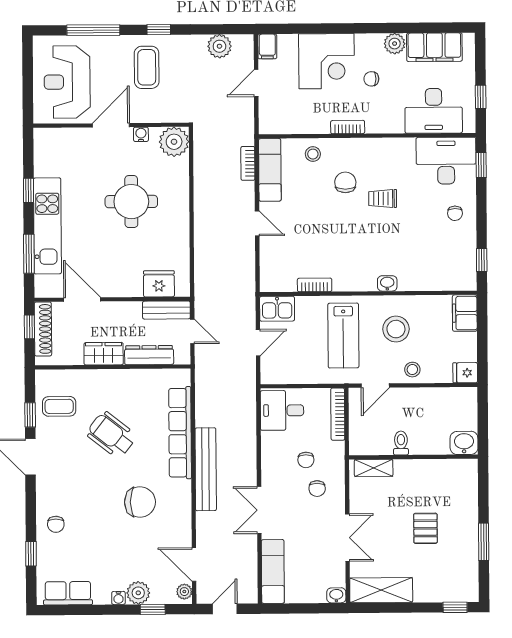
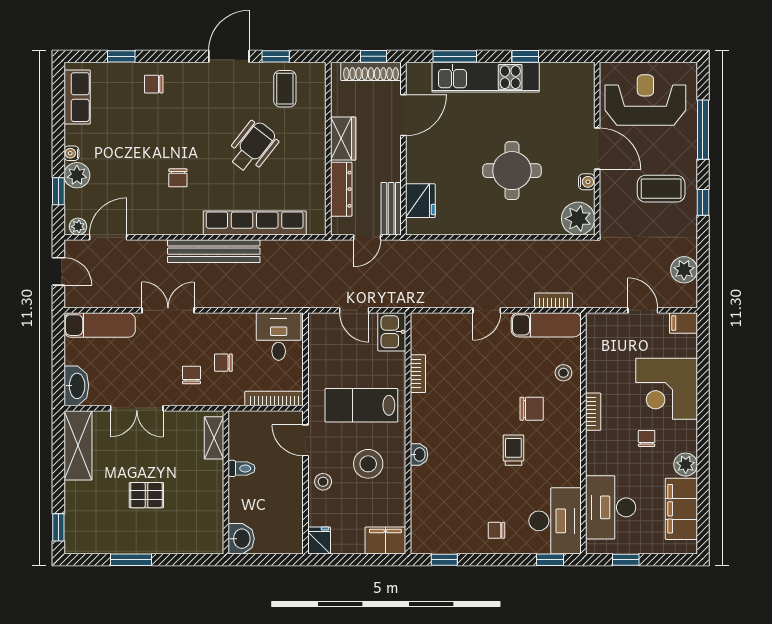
chair: (317, 489) -> (191, 375), turned 90
chair: (140, 502) -> (178, 178), width x0.54, depth x0.54
washbasin: (336, 595) -> (76, 386), width x1.91, depth x1.45

